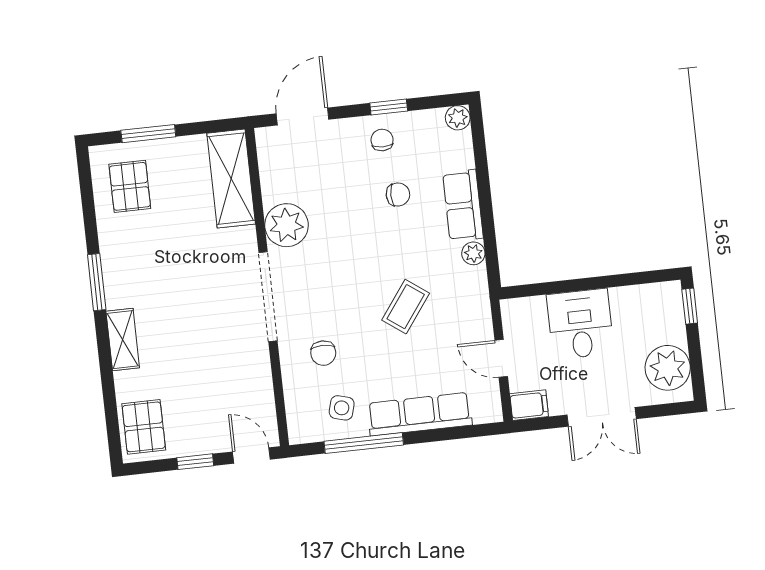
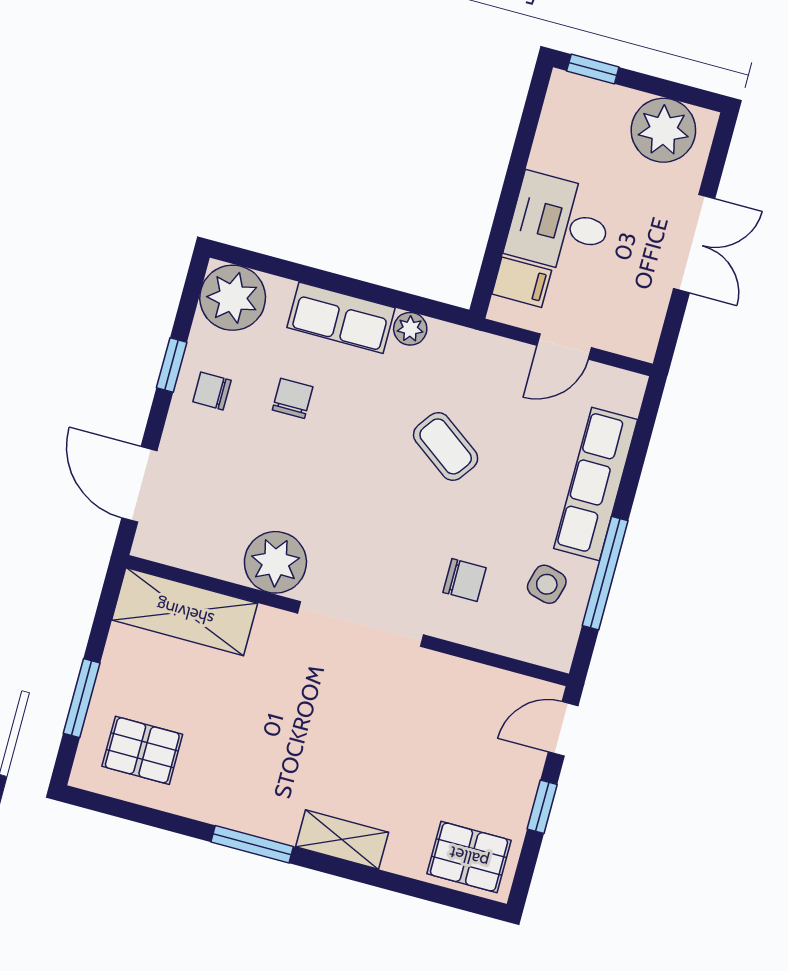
plant: (458, 118) -> (233, 298), width x1.88, depth x1.88
filing cabinet: (529, 405) -> (522, 282), moved, turned 90

